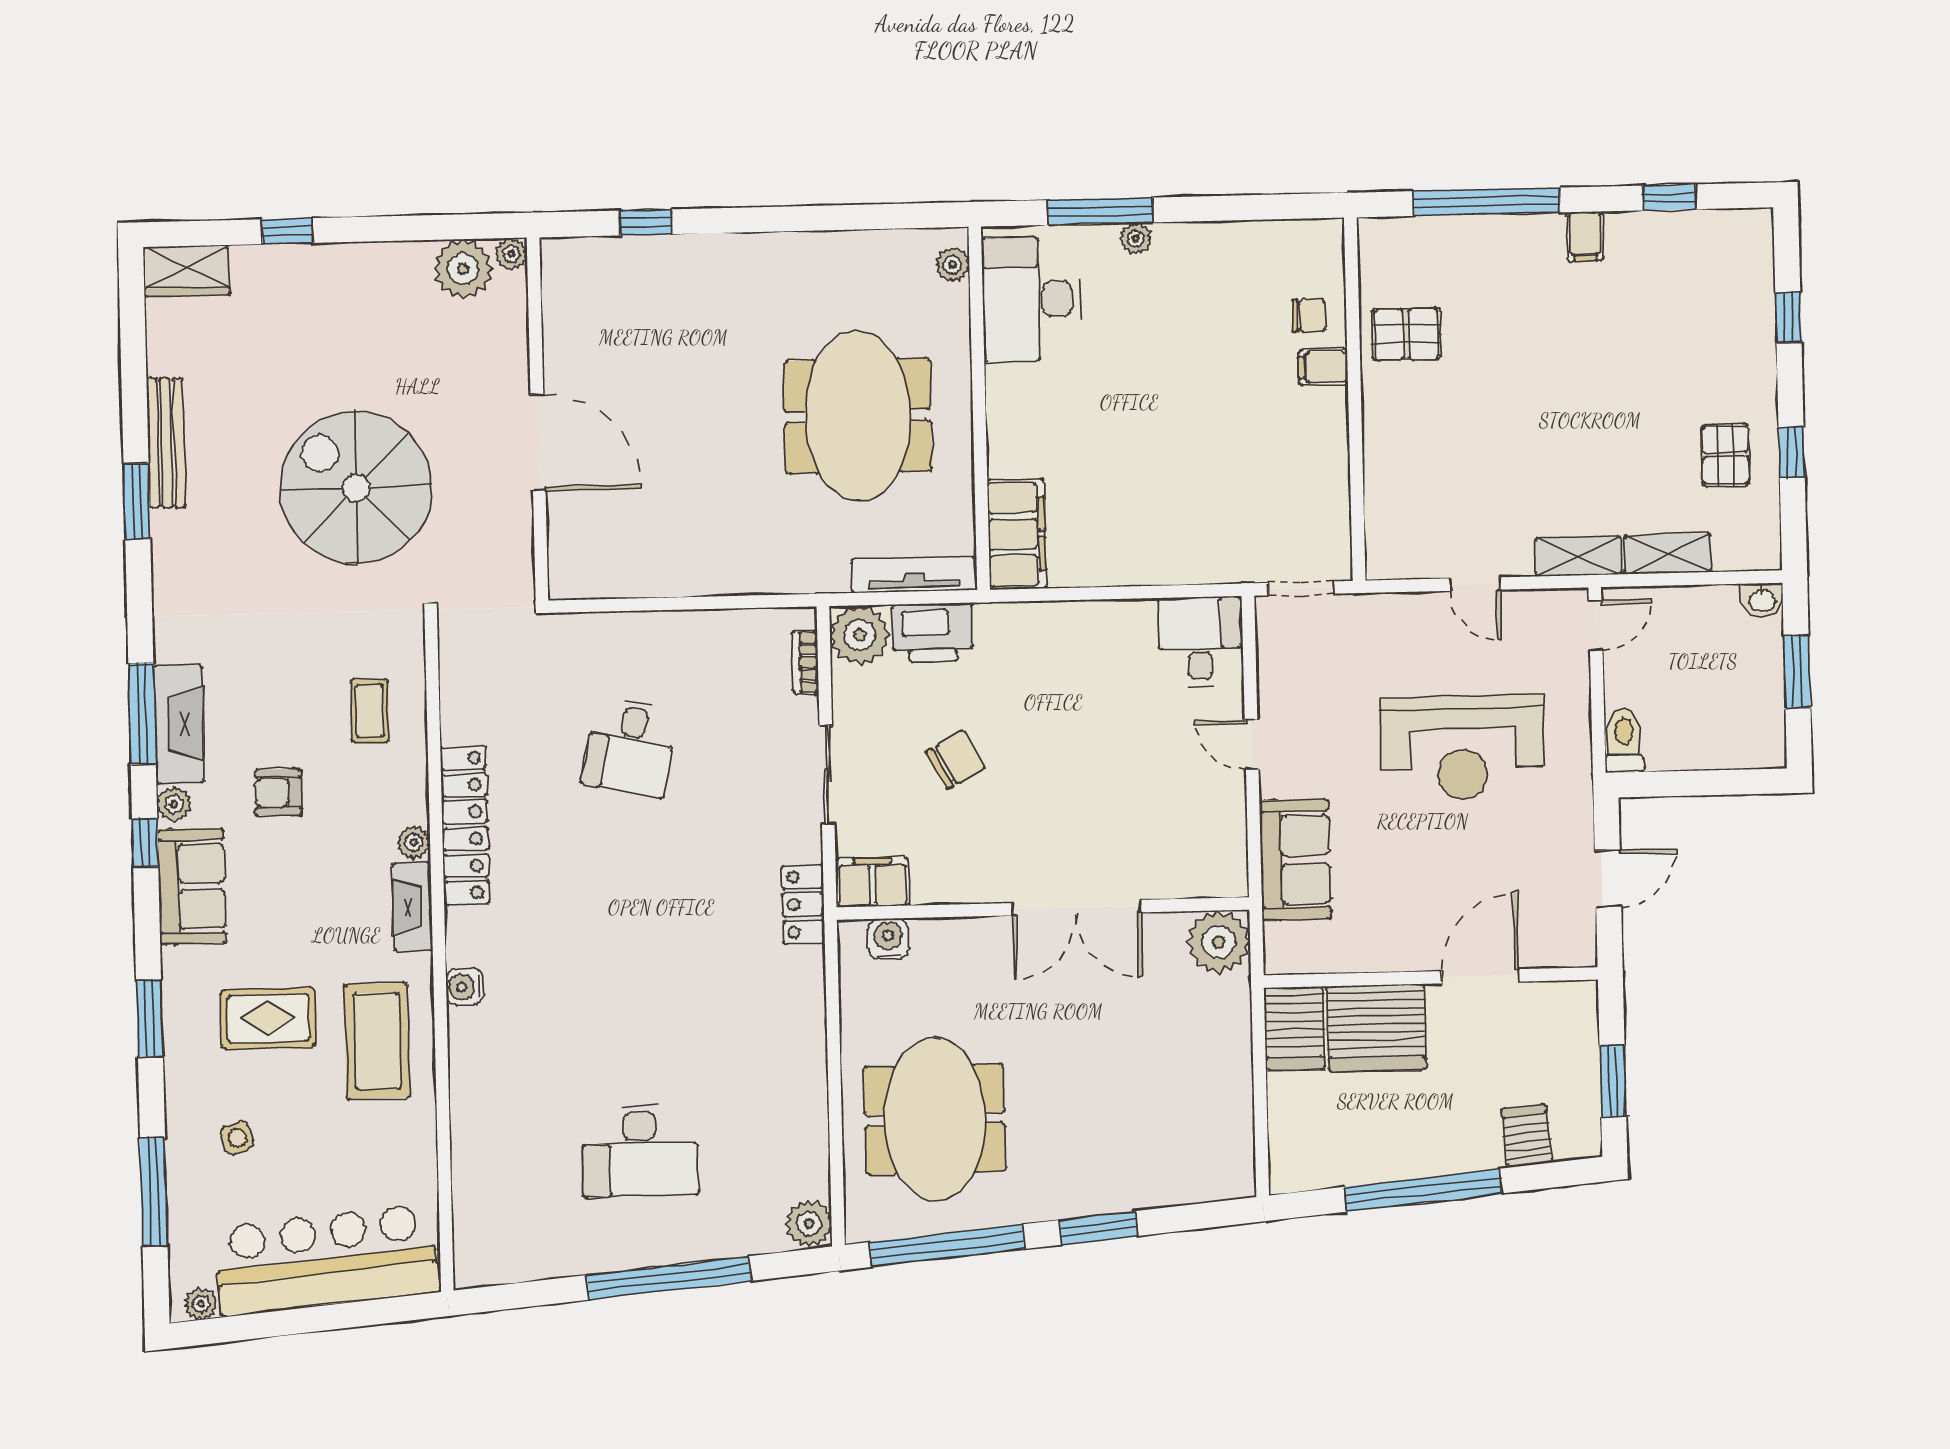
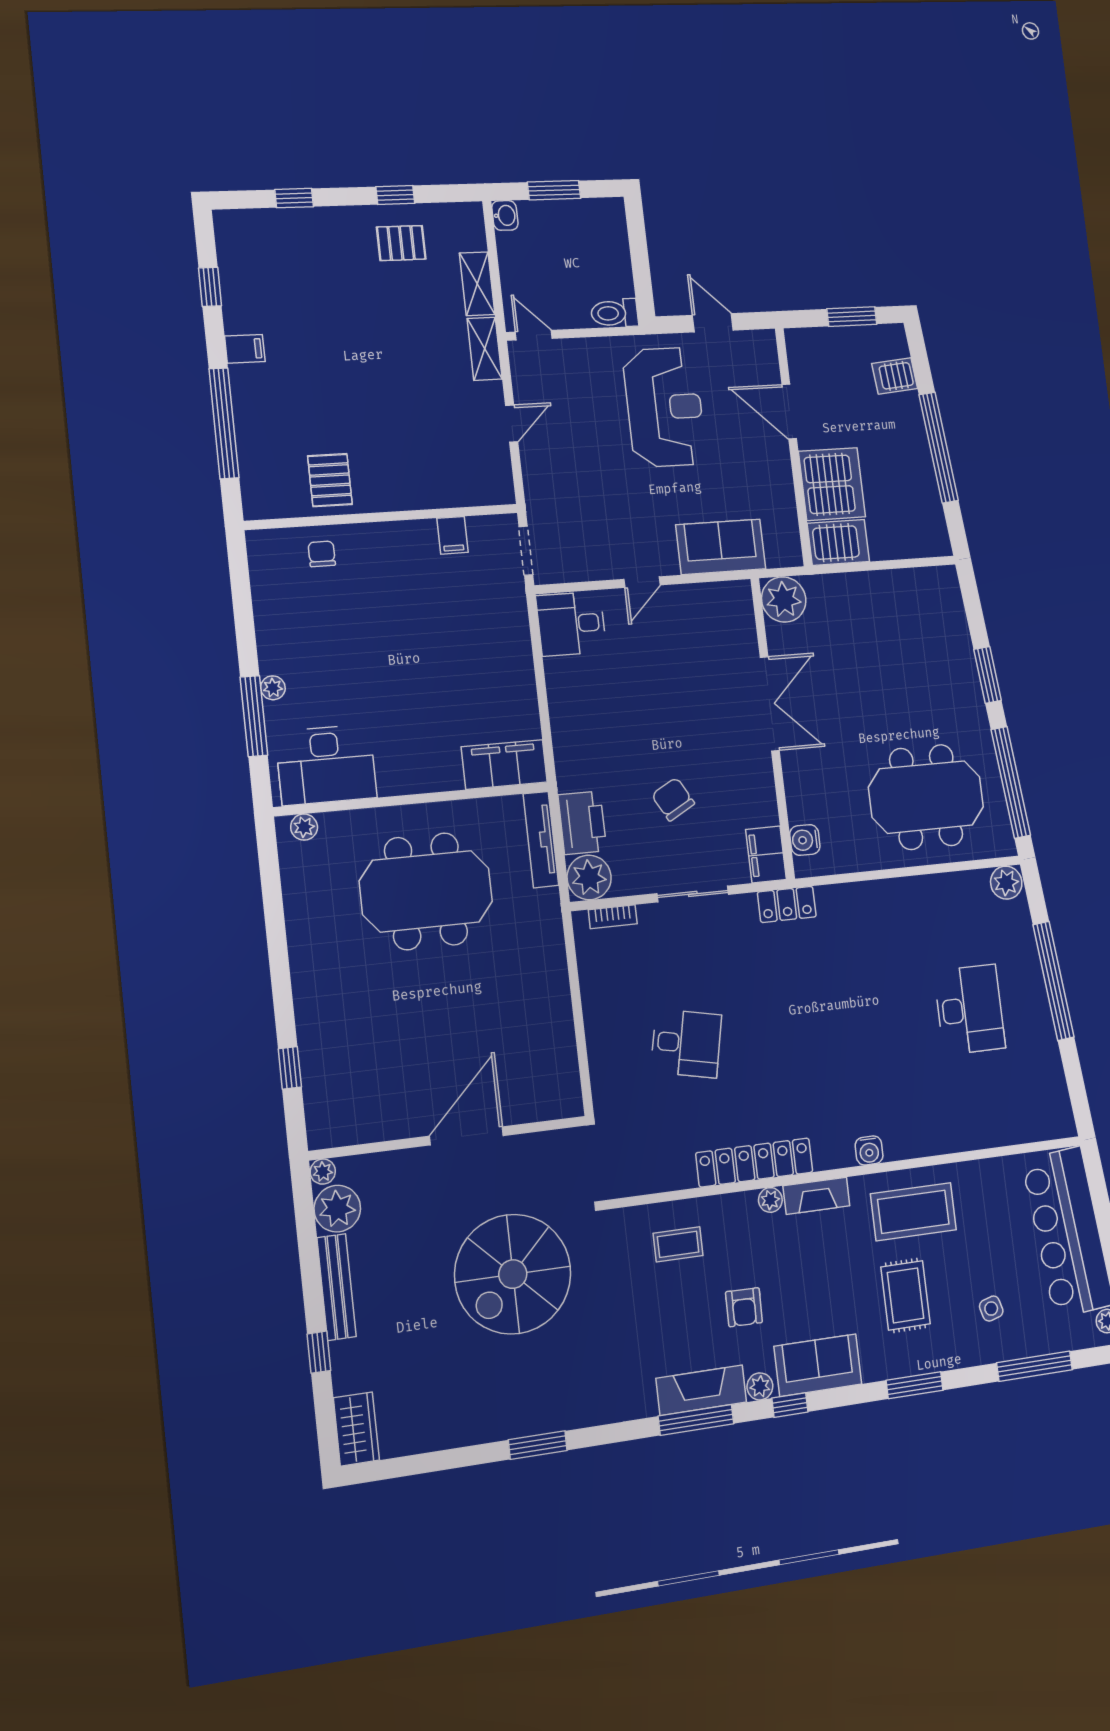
filing cabinet: (1323, 367) -> (452, 535), moved
bench: (166, 443) -> (336, 1287), moved, turned 90
reception desk: (1462, 748) -> (665, 407), moved

